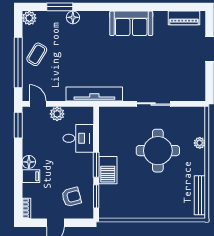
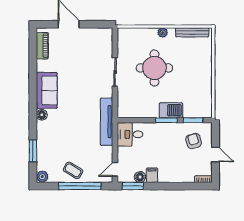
floor lamp: (73, 17) -> (42, 115), moved
plant: (57, 114) -> (123, 153), removed
desk: (78, 138) -> (130, 134), moved, turned -90
plant: (200, 143) -> (163, 33), moved
floor lamp: (29, 162) -> (140, 177), moved
filing cabinet: (31, 176) -> (152, 175), moved

